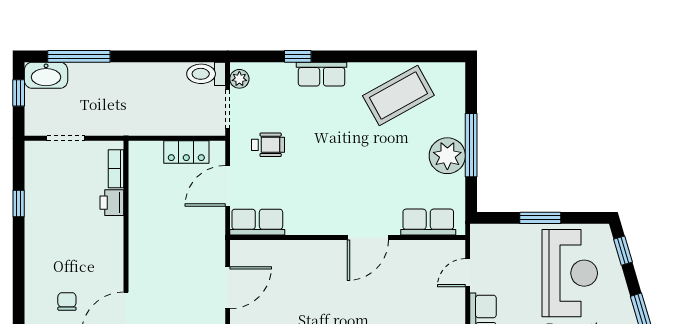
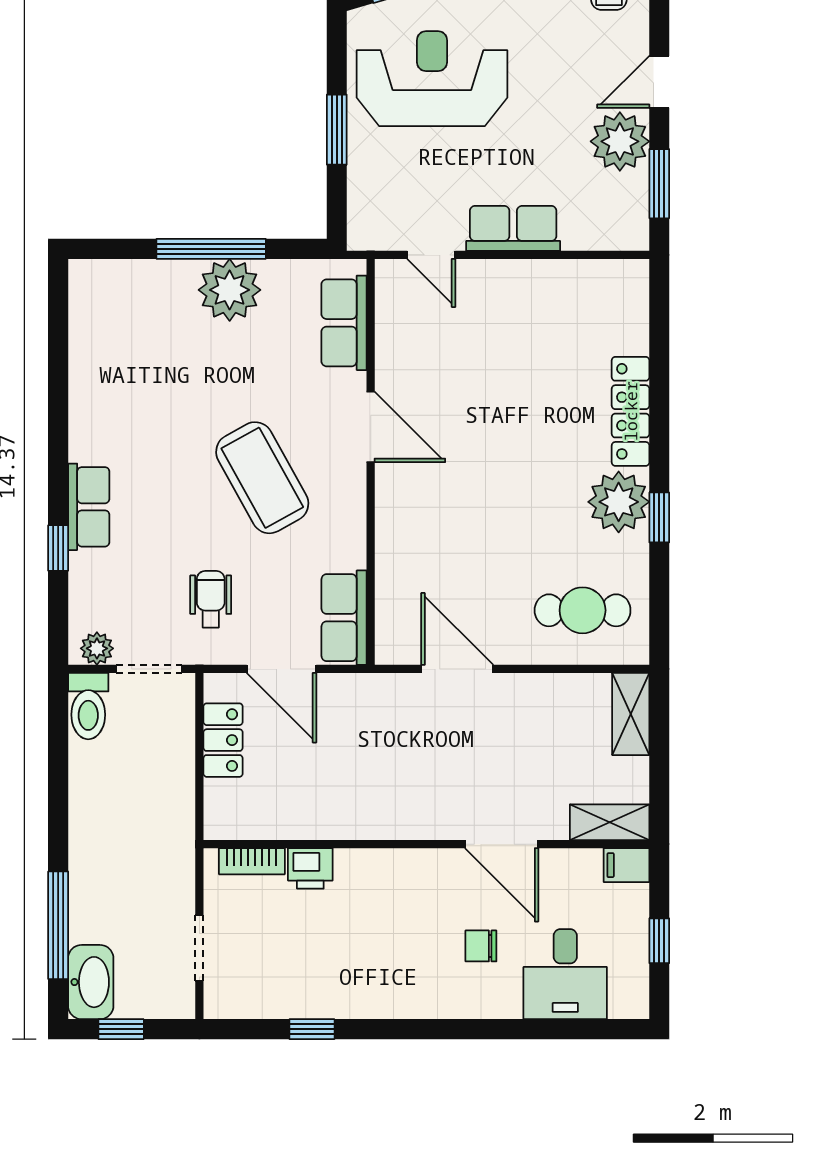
coffee table: (398, 95) -> (262, 478), moved

